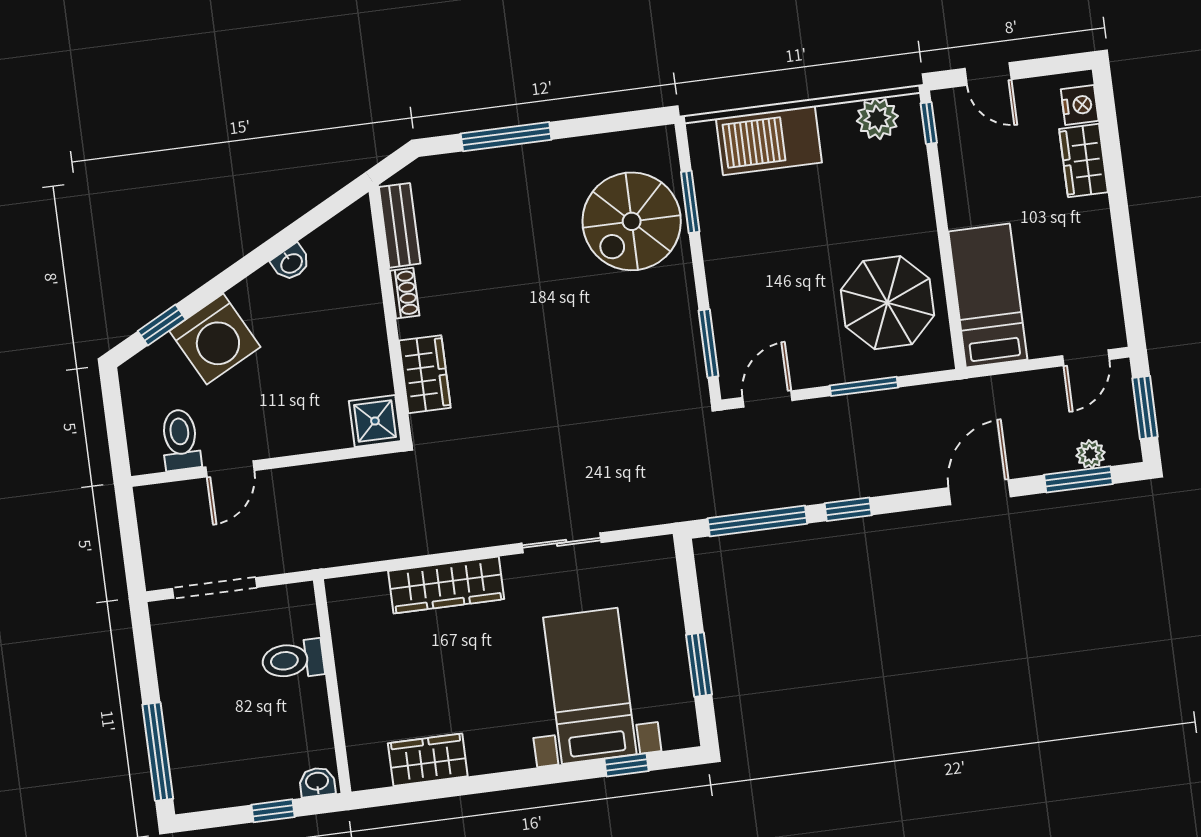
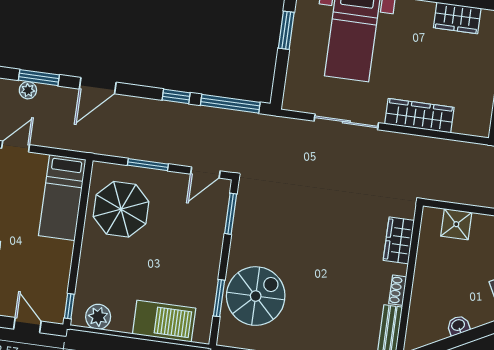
shower: (375, 421) -> (456, 224), moved
sliding door: (562, 543) -> (346, 122), width x1.37

